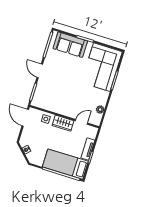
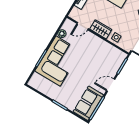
sofa: (70, 45) -> (88, 103), moved, turned -90
corner sofa: (102, 67) -> (58, 61), moved
door: (40, 71) -> (111, 85), swing flipped

